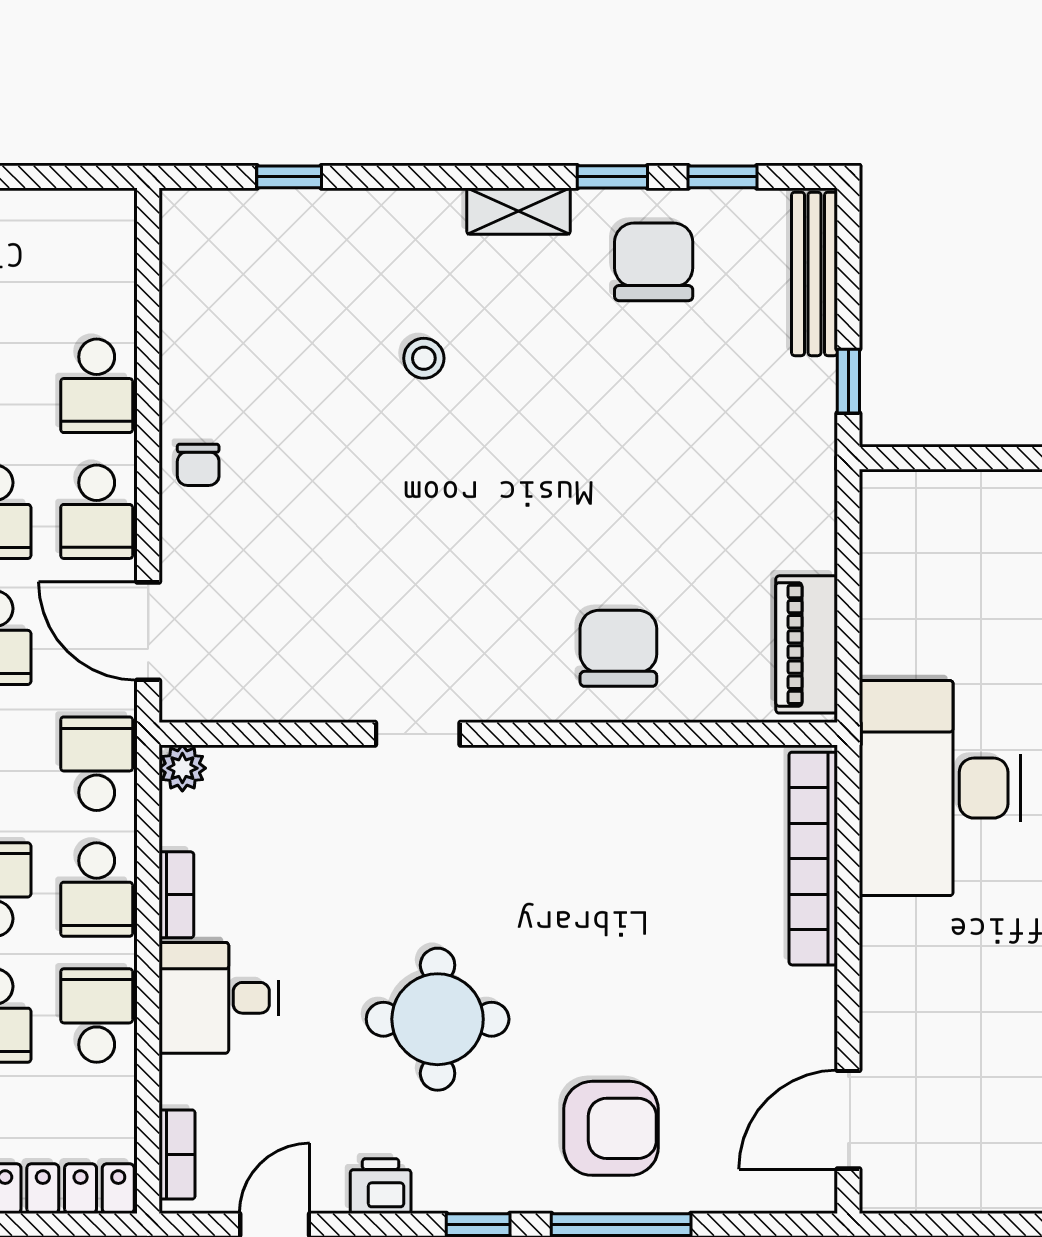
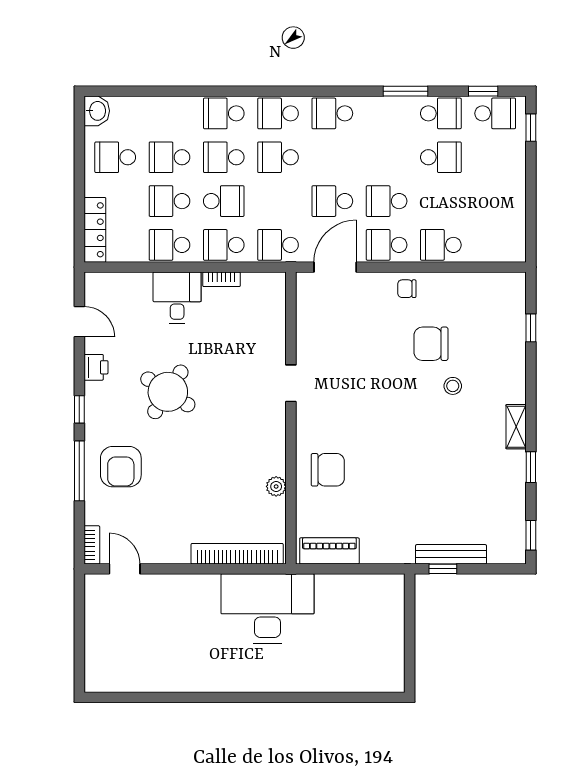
window: (723, 177) -> (531, 535), moved
chair: (654, 262) -> (431, 344), moved, turned 180
bench: (815, 274) -> (451, 554), moved
school desk: (97, 764) -> (278, 245), turned 180
plant: (182, 768) -> (276, 486), moved
school desk: (97, 1016) -> (169, 245), turned 180
round table: (438, 1019) -> (168, 392), turned 33
door: (848, 1120) -> (125, 569), width x0.73
bookcase: (177, 1155) -> (92, 545), moved, turned -90

